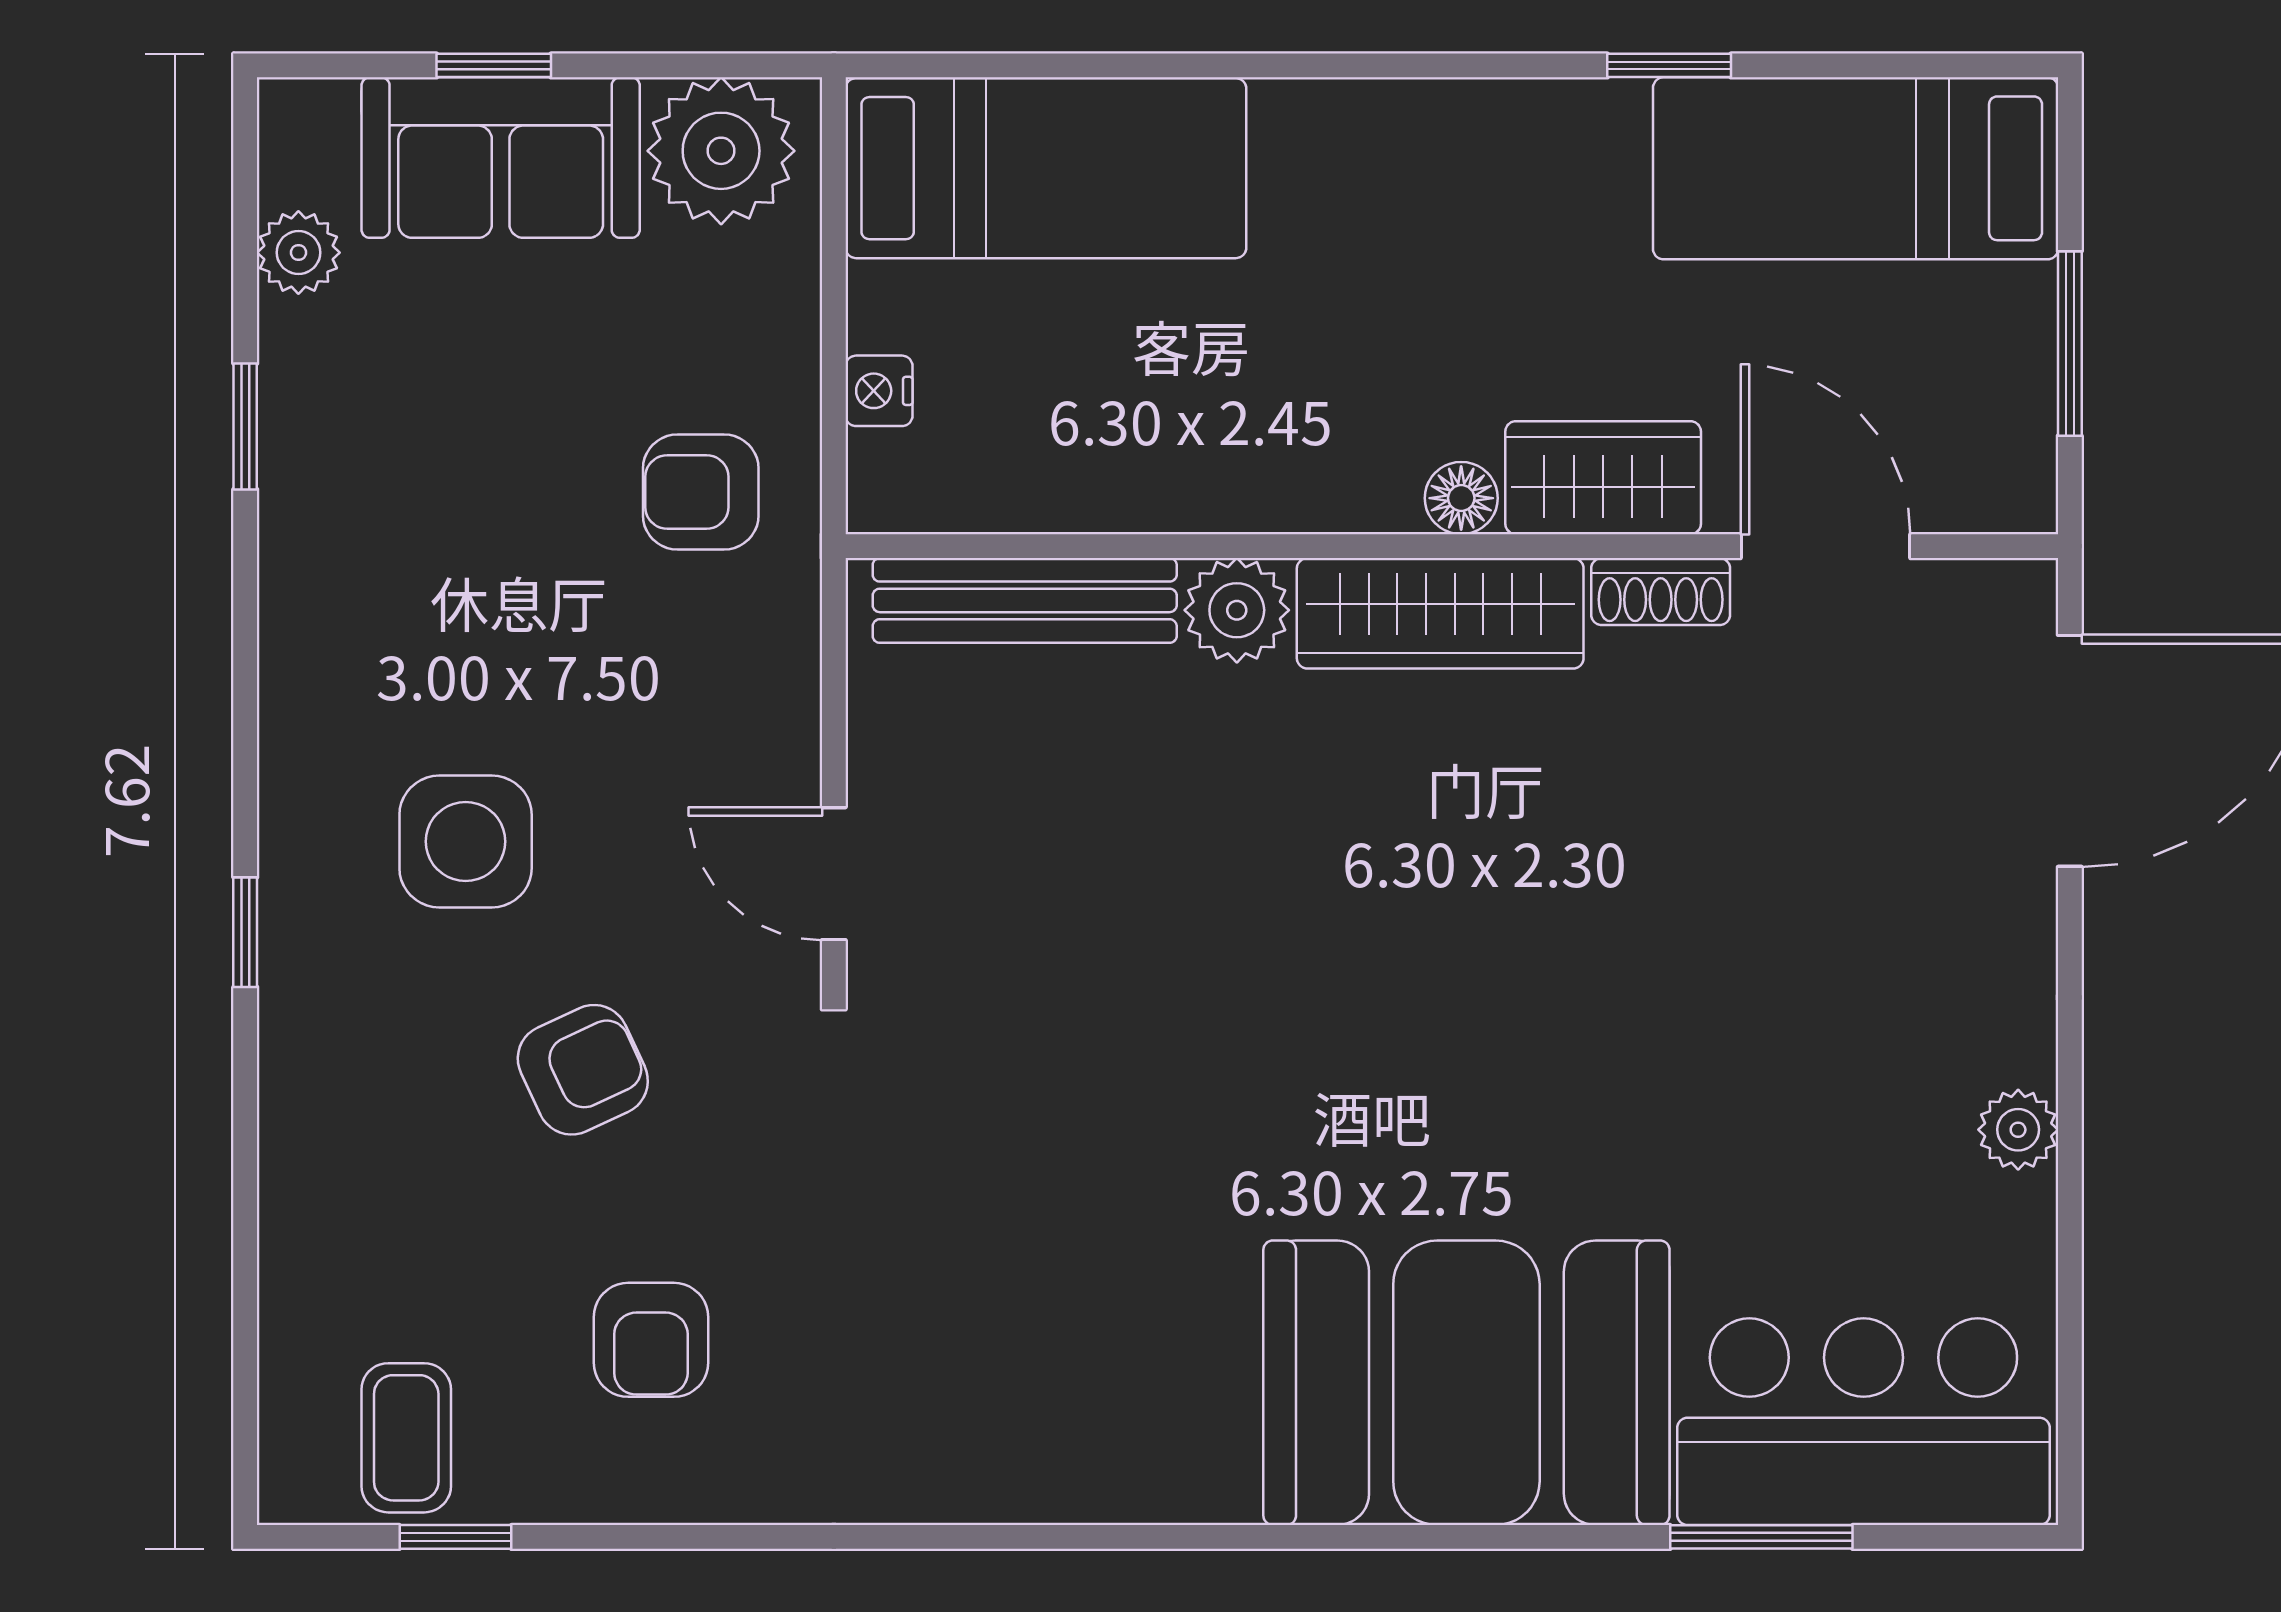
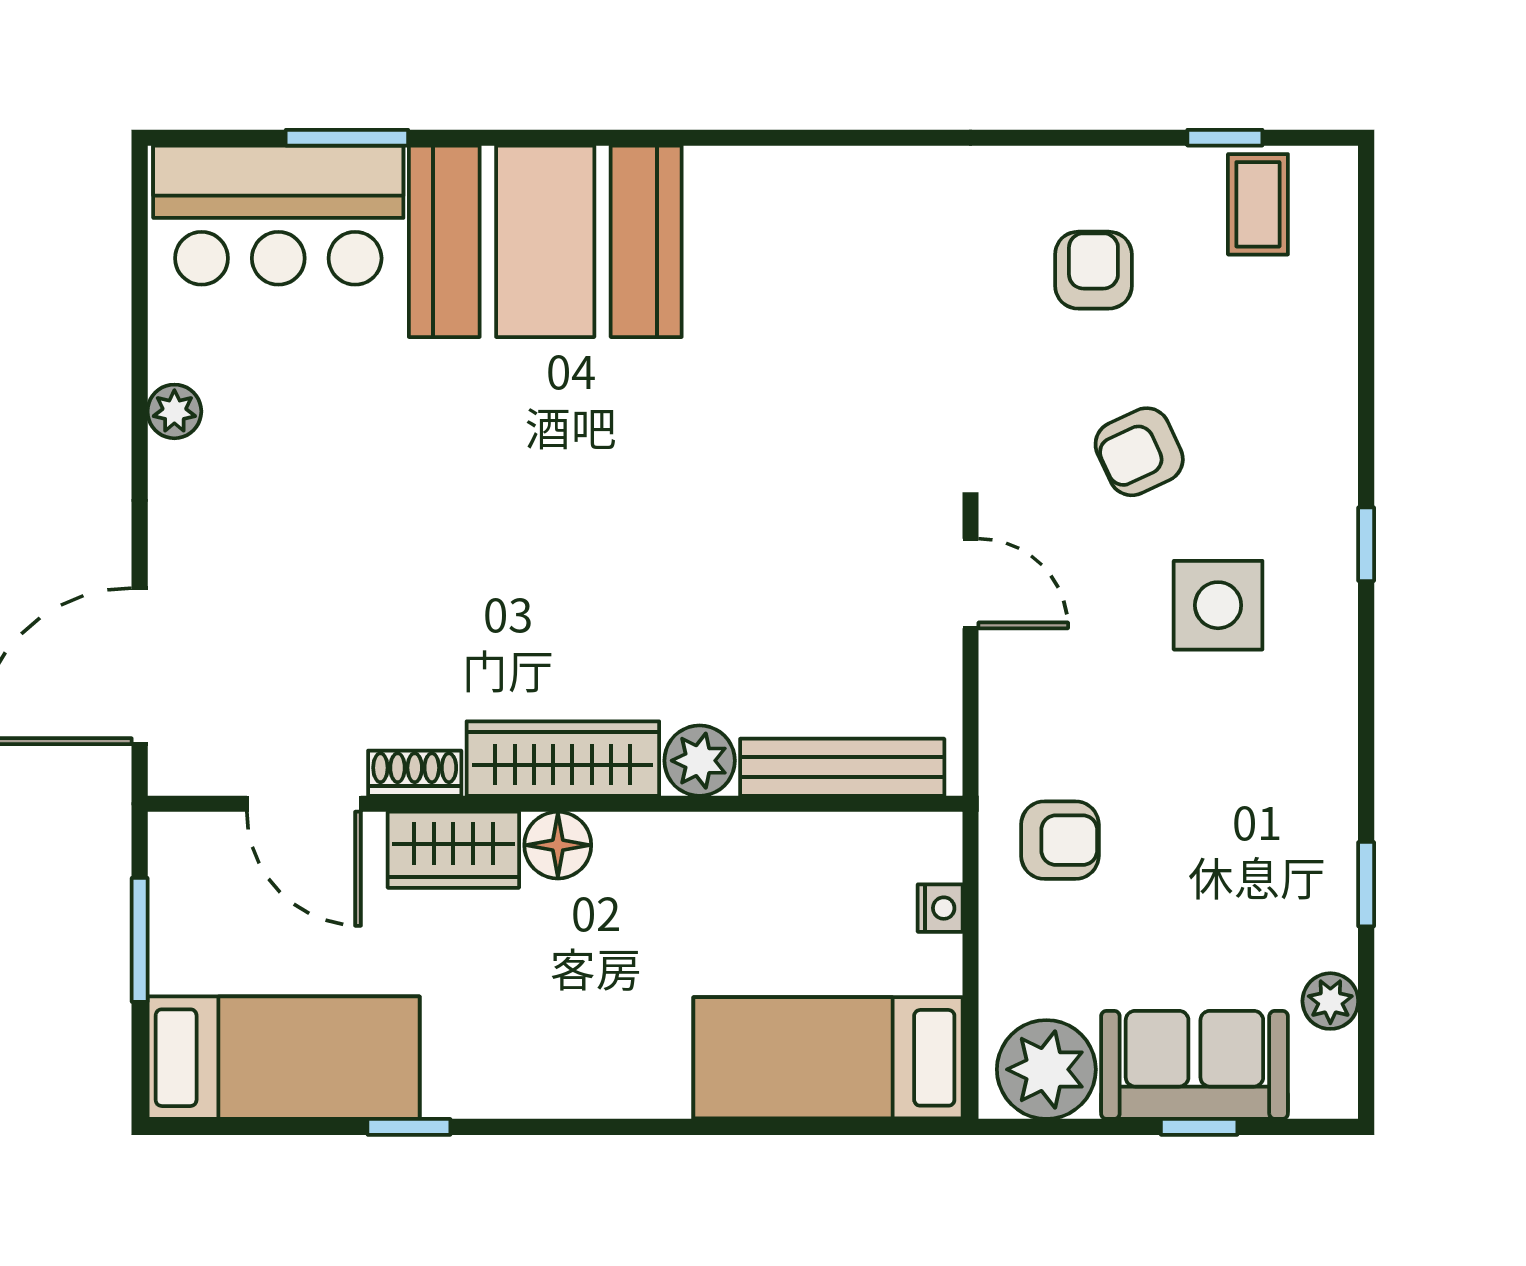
floor lamp: (1461, 498) -> (558, 845), width x1.37, depth x1.37

